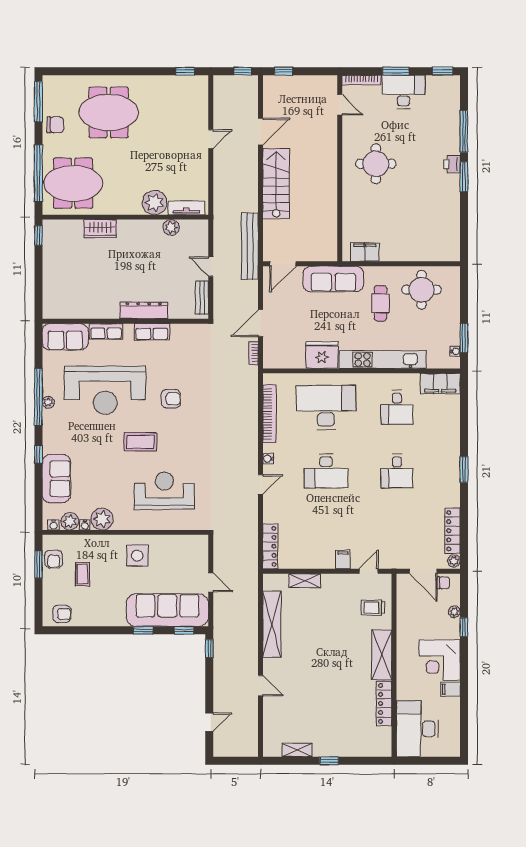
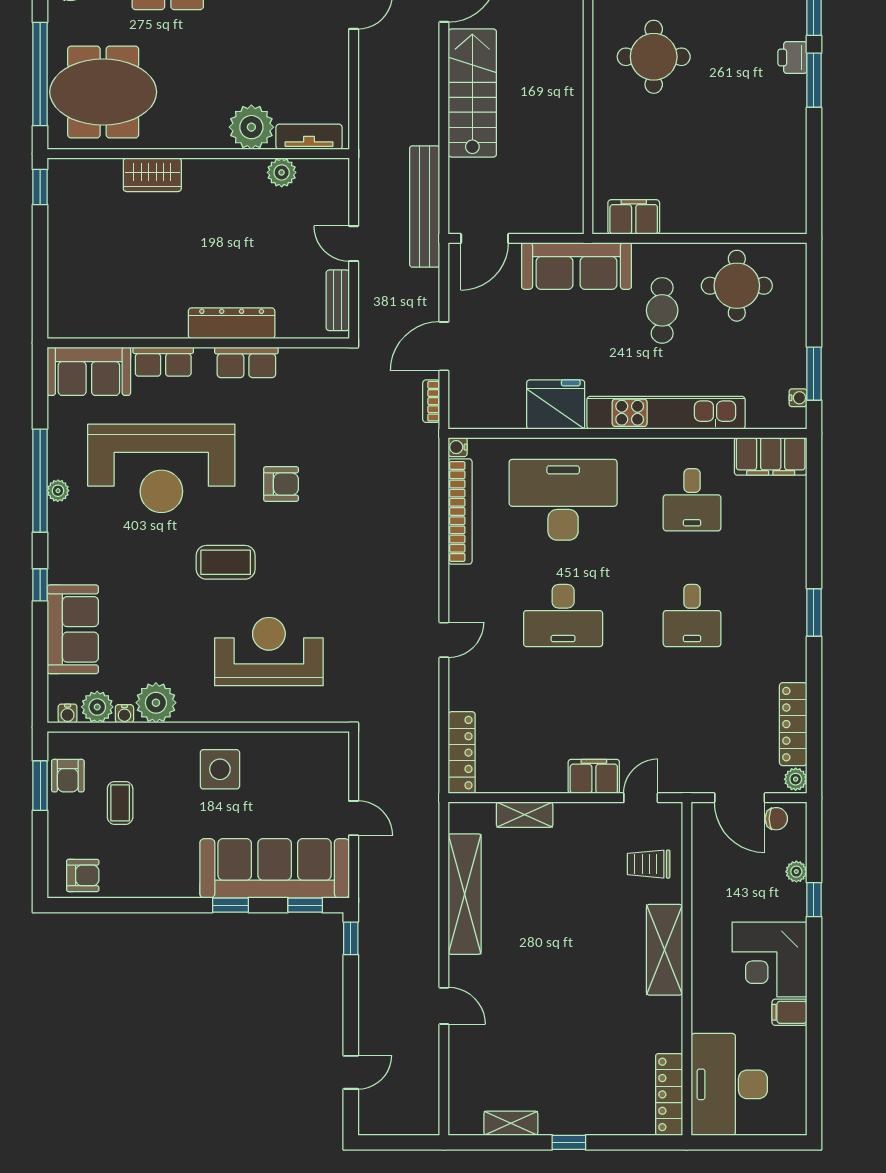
water cooler: (268, 459) -> (458, 447), moved
filing cabinet: (343, 559) -> (594, 776), width x2.00
locker: (384, 703) -> (669, 1094), moved

